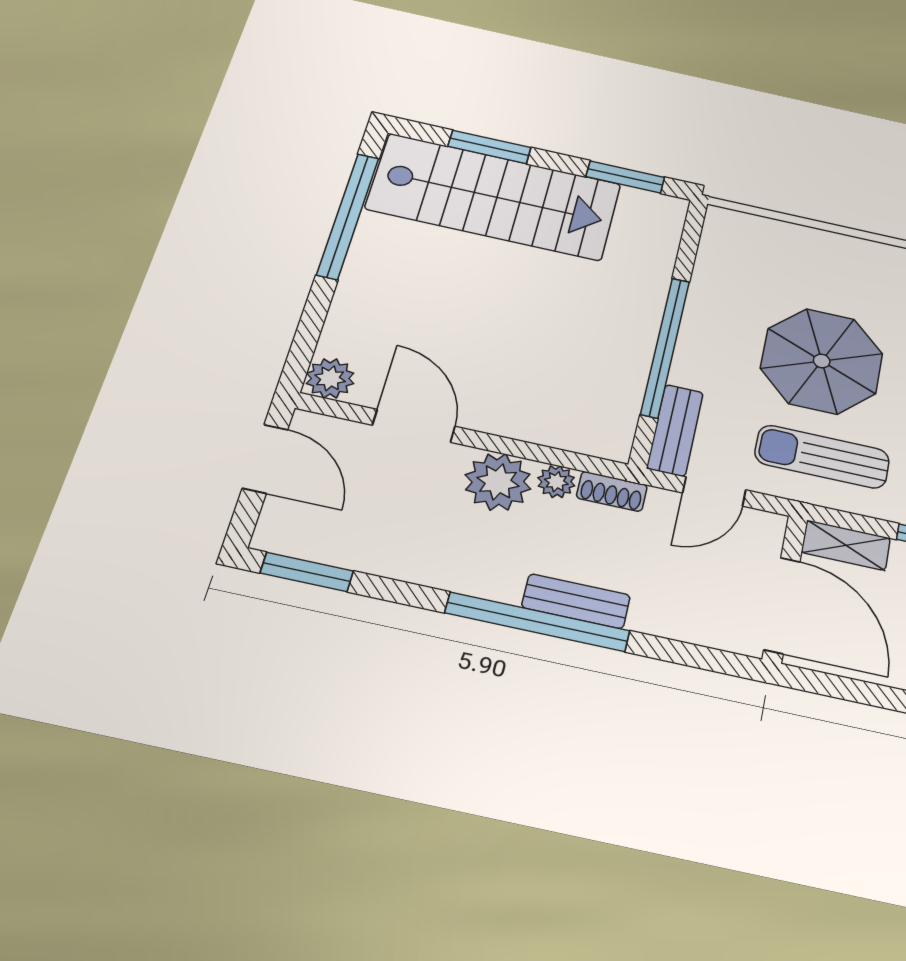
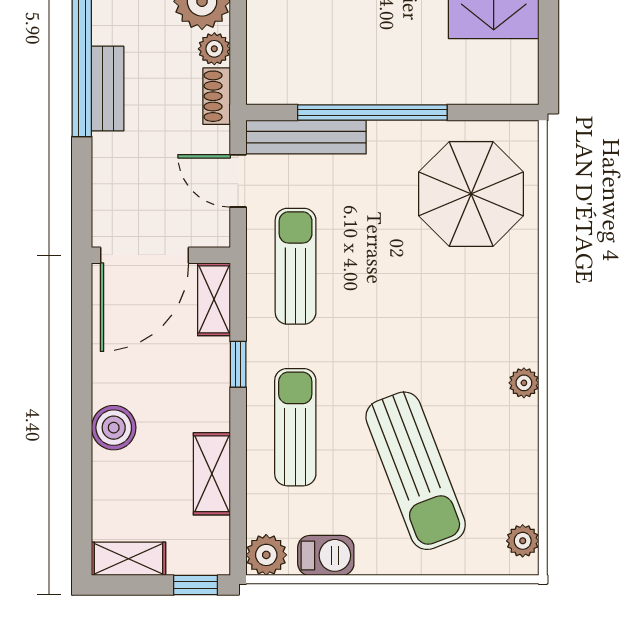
window: (625, 177) -> (549, 41), removed
parasol: (822, 361) -> (471, 194), moved
bench: (675, 430) -> (306, 137), width x1.36

